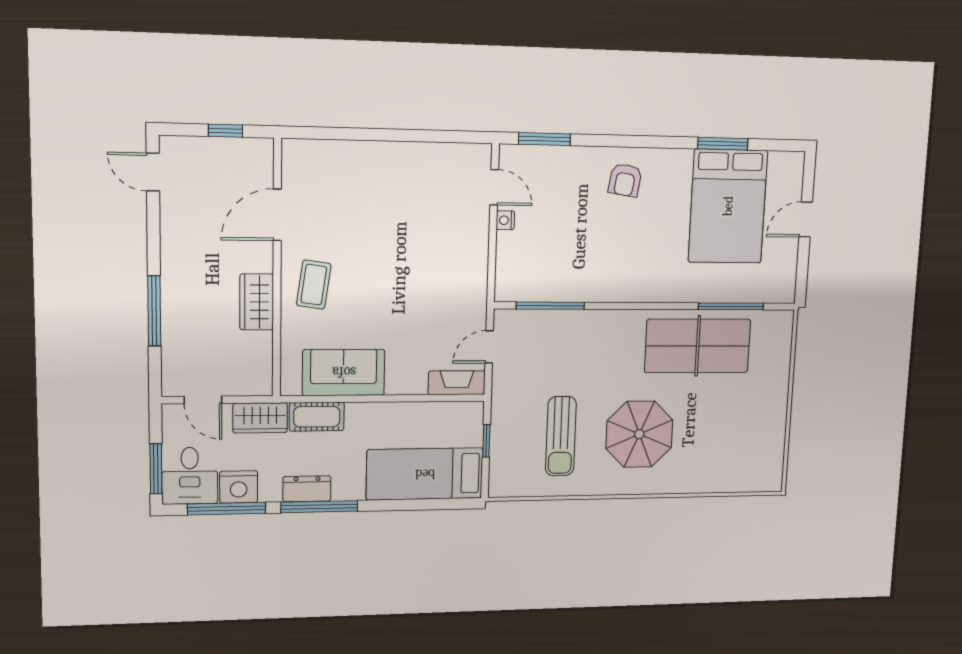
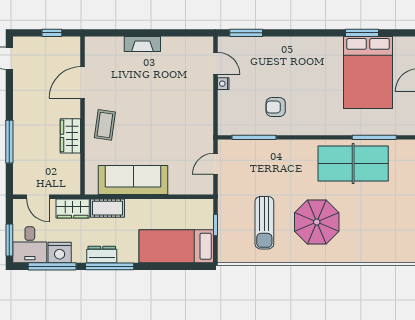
armchair: (625, 180) -> (276, 107), moved, turned 81
sofa: (344, 372) -> (133, 180), width x1.36
fireplace: (457, 383) -> (142, 44), moved, turned 180

